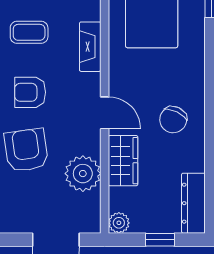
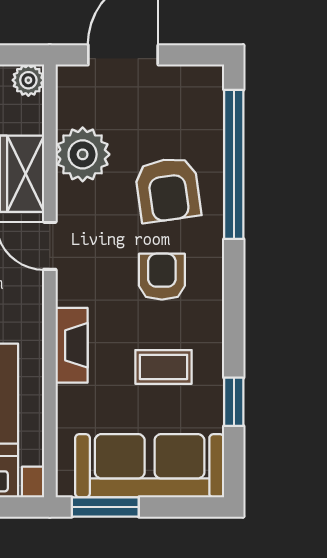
armchair: (30, 92) -> (162, 277), turned -90

